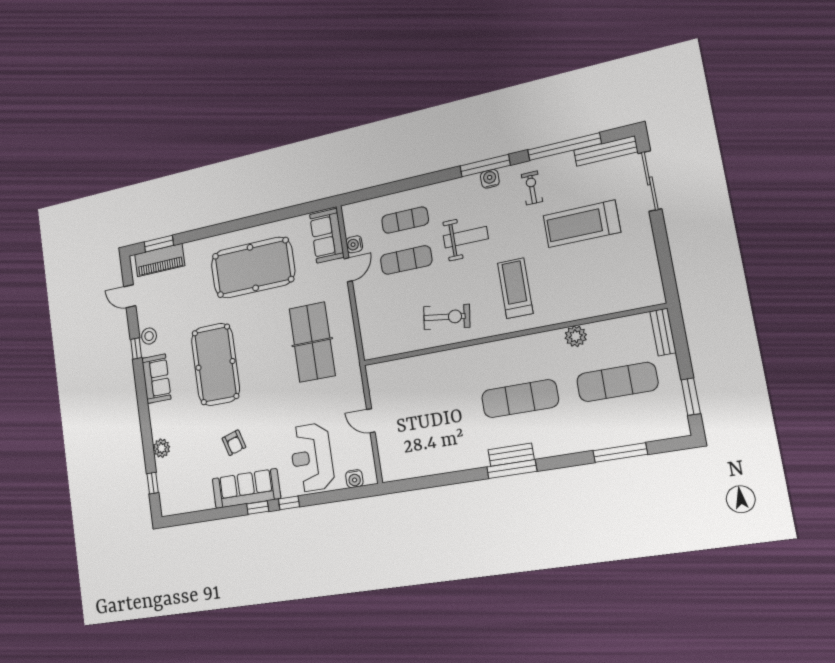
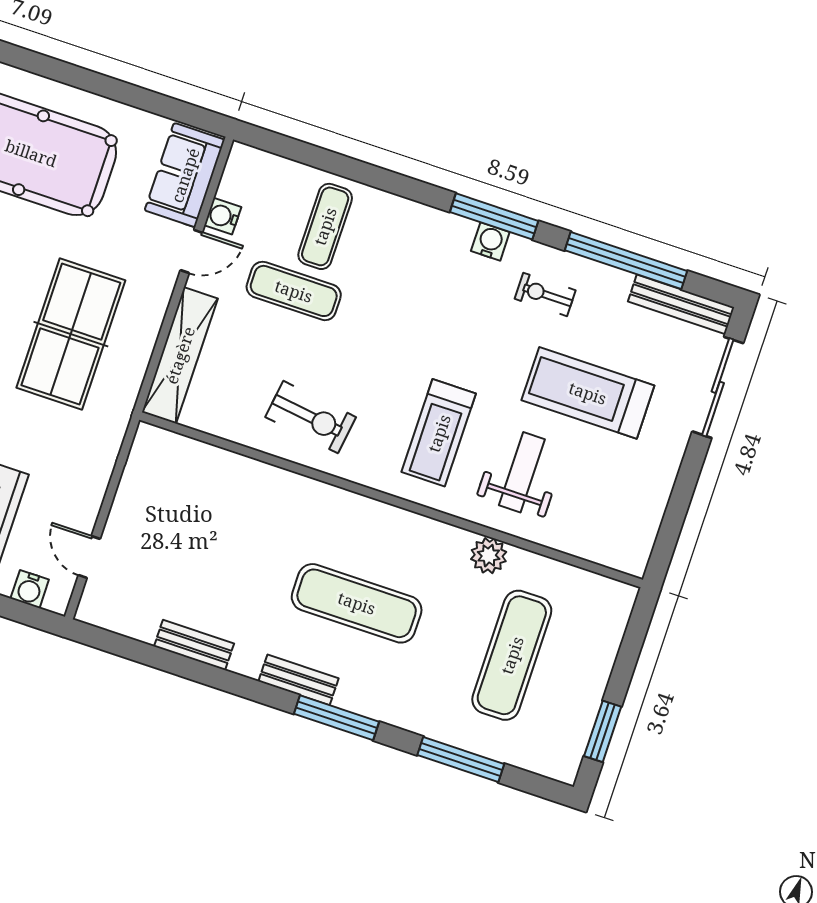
exercise bike: (532, 188) -> (545, 294), turned -90
exercise mat: (405, 220) -> (325, 226), turned 90
weight bench: (466, 237) -> (522, 472), moved, turned -90
treadmill: (515, 288) -> (439, 433), turned 180
shelving: (368, 323) -> (180, 355), added
bench: (663, 332) -> (194, 645), moved, turned 90
exercise mat: (617, 382) -> (512, 655), turned 90
door: (371, 421) -> (89, 557), moved
window: (512, 469) -> (336, 718), moved

